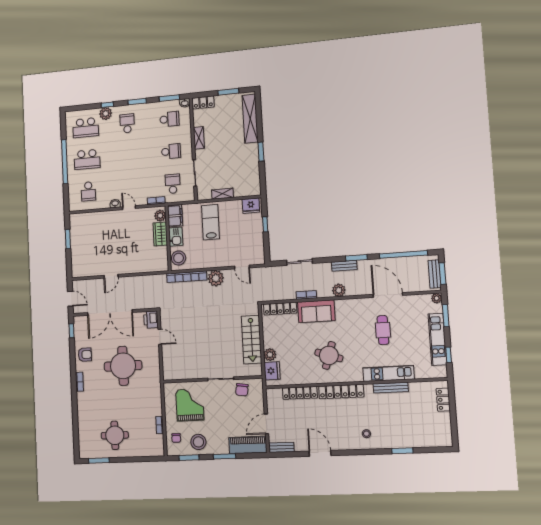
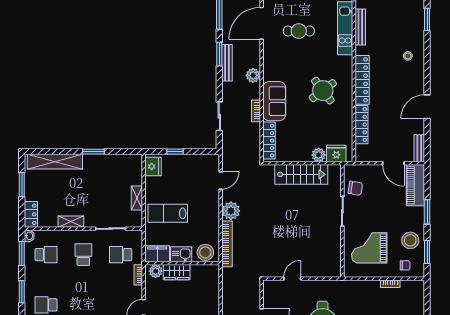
school desk: (169, 119) -> (46, 255), turned 90
bench: (344, 266) -> (227, 63), width x1.36
printer: (151, 320) -> (272, 288), removed
round table: (329, 355) -> (323, 91), turned 35

